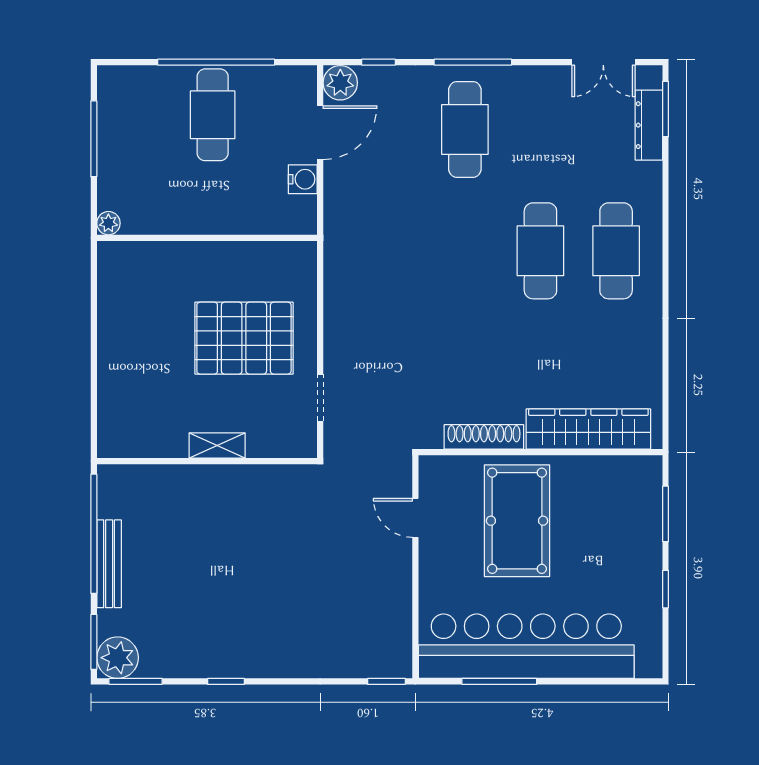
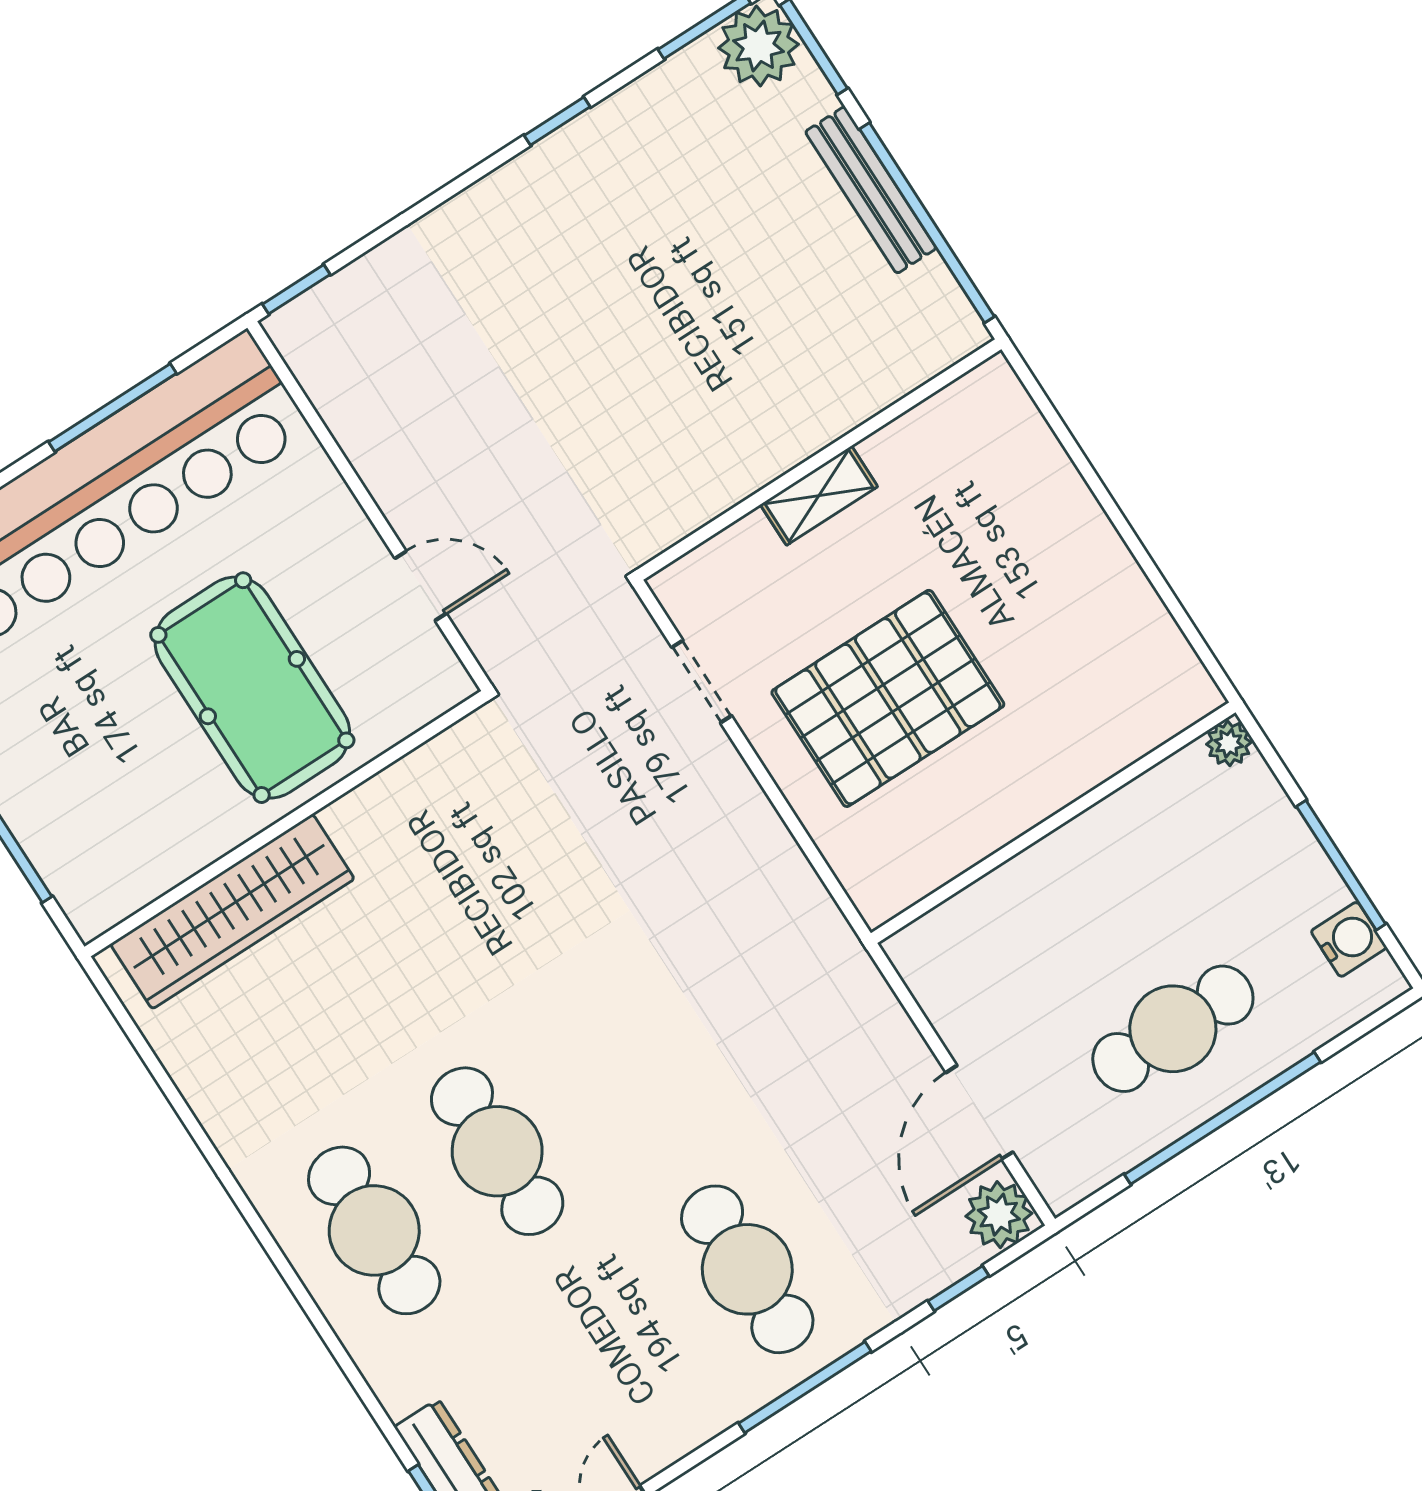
cafe table: (213, 115) -> (1173, 1029), turned 90
water cooler: (303, 179) -> (1349, 939), moved, turned 180
shoe rack: (484, 437) -> (394, 789), removed

